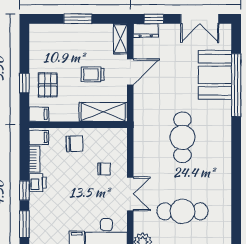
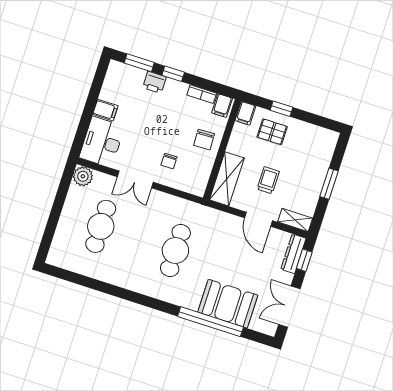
dresser: (146, 30) -> (293, 254), width x1.44
cafe table: (182, 137) -> (175, 251), turned 90
printer: (38, 183) -> (154, 82), moved

